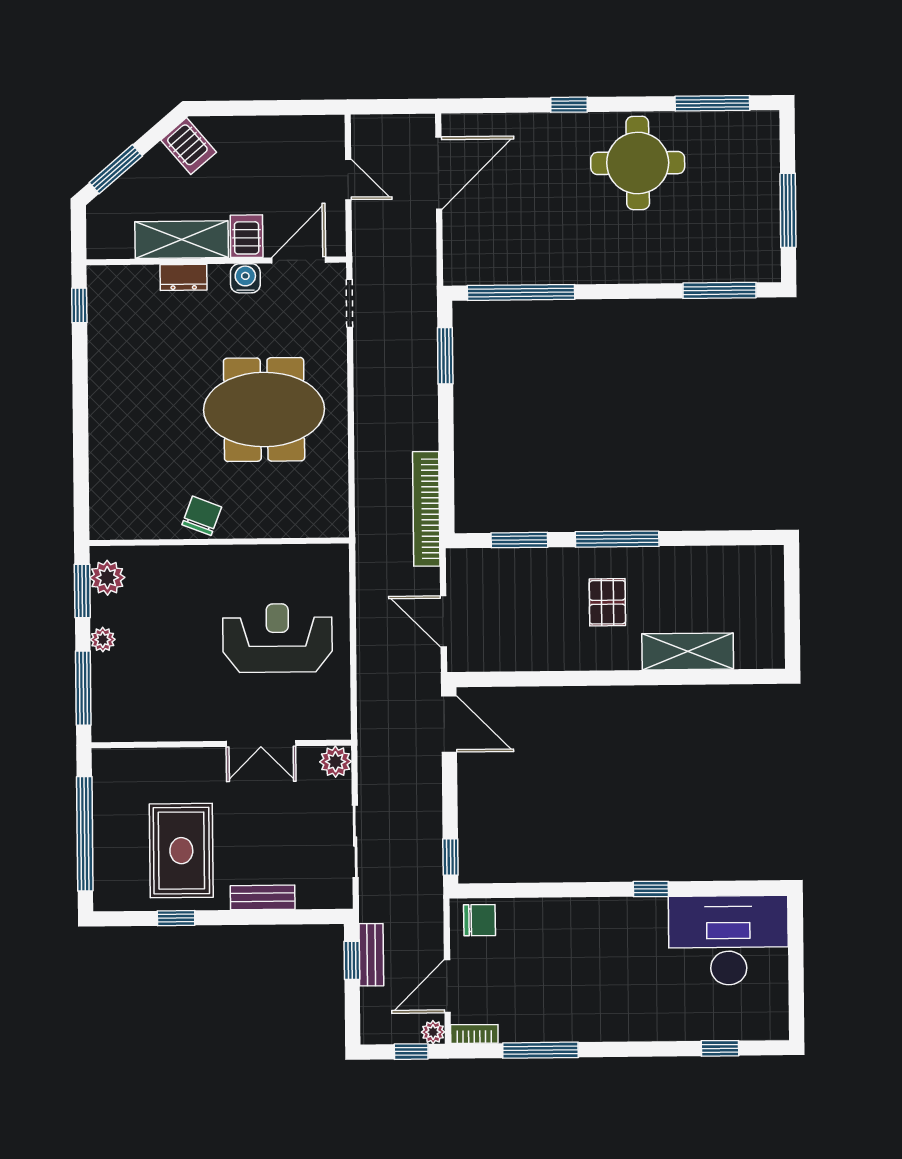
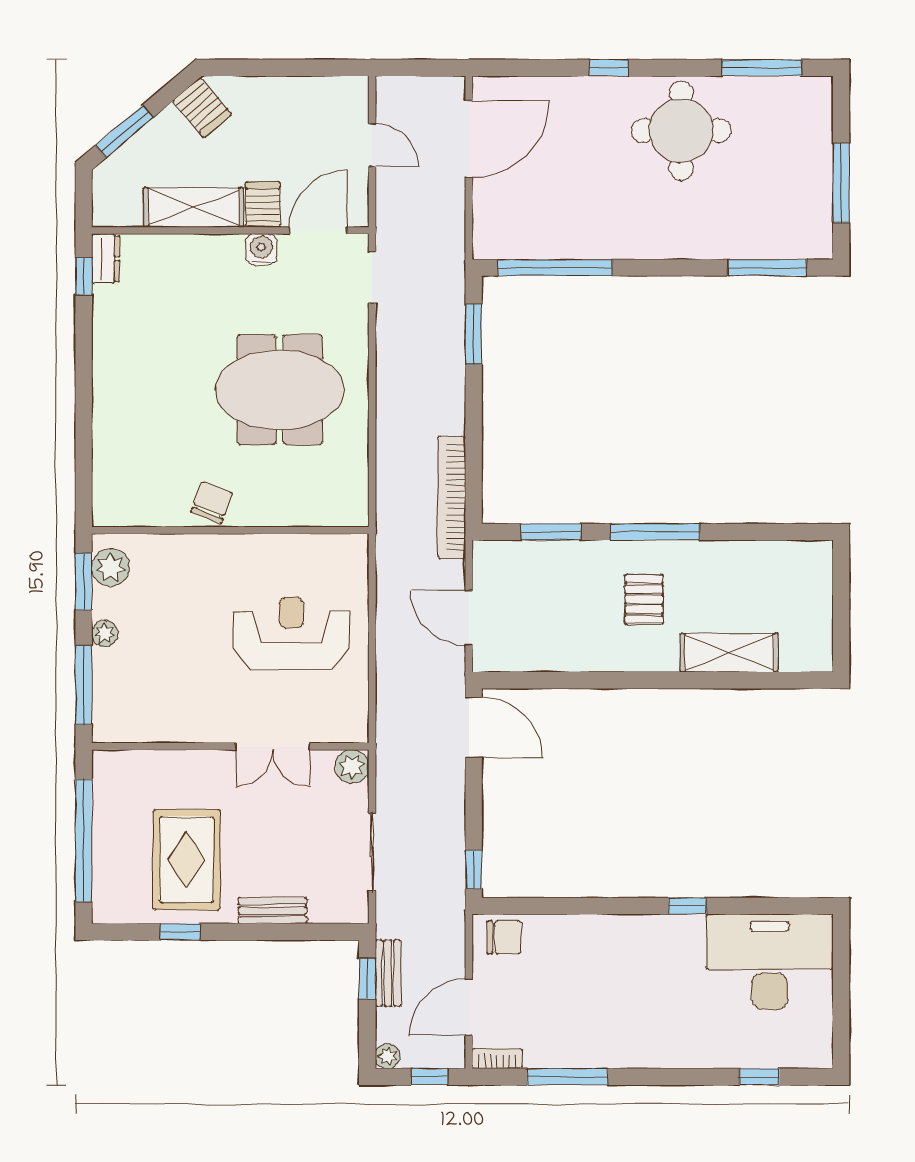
dresser: (184, 277) -> (106, 259), moved, turned -90
plant: (433, 1032) -> (388, 1056), moved

